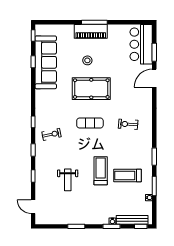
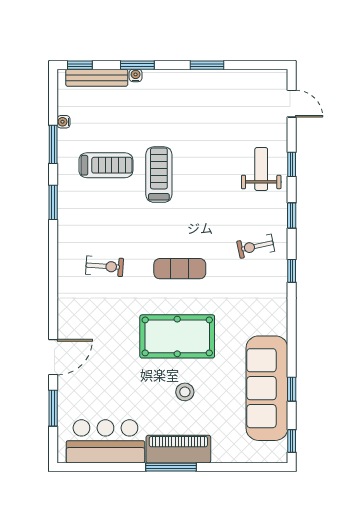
bar counter: (141, 44) -> (105, 441), moved, turned -90
treadmill: (101, 171) -> (159, 175), turned 180
weight bench: (68, 180) -> (261, 169), moved

